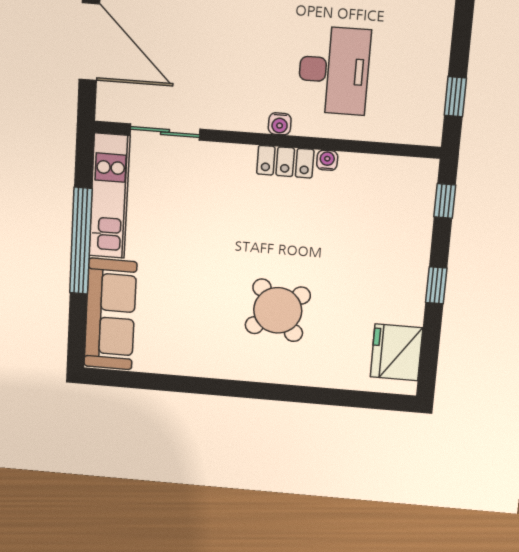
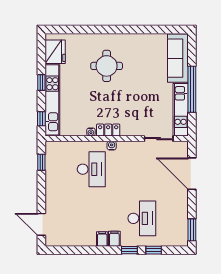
desk: (334, 70) -> (91, 169), turned 180
kitchen unit: (414, 243) -> (52, 100), added
round table: (278, 310) -> (107, 66), turned 38

